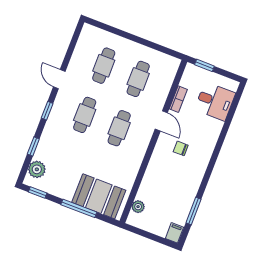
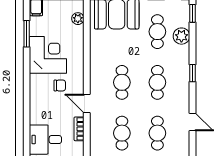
door: (59, 79) -> (193, 122), moved
window: (33, 147) -> (193, 13), moved
cafe table: (66, 164) -> (157, 32), added
plant: (37, 169) -> (181, 36), moved
corner desk: (181, 183) -> (48, 55), added

